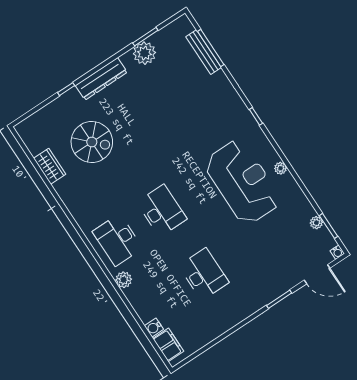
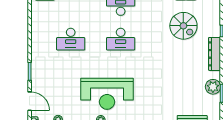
spiral stairs: (92, 142) -> (183, 26), turned -90
door: (317, 274) -> (30, 101), swing flipped

